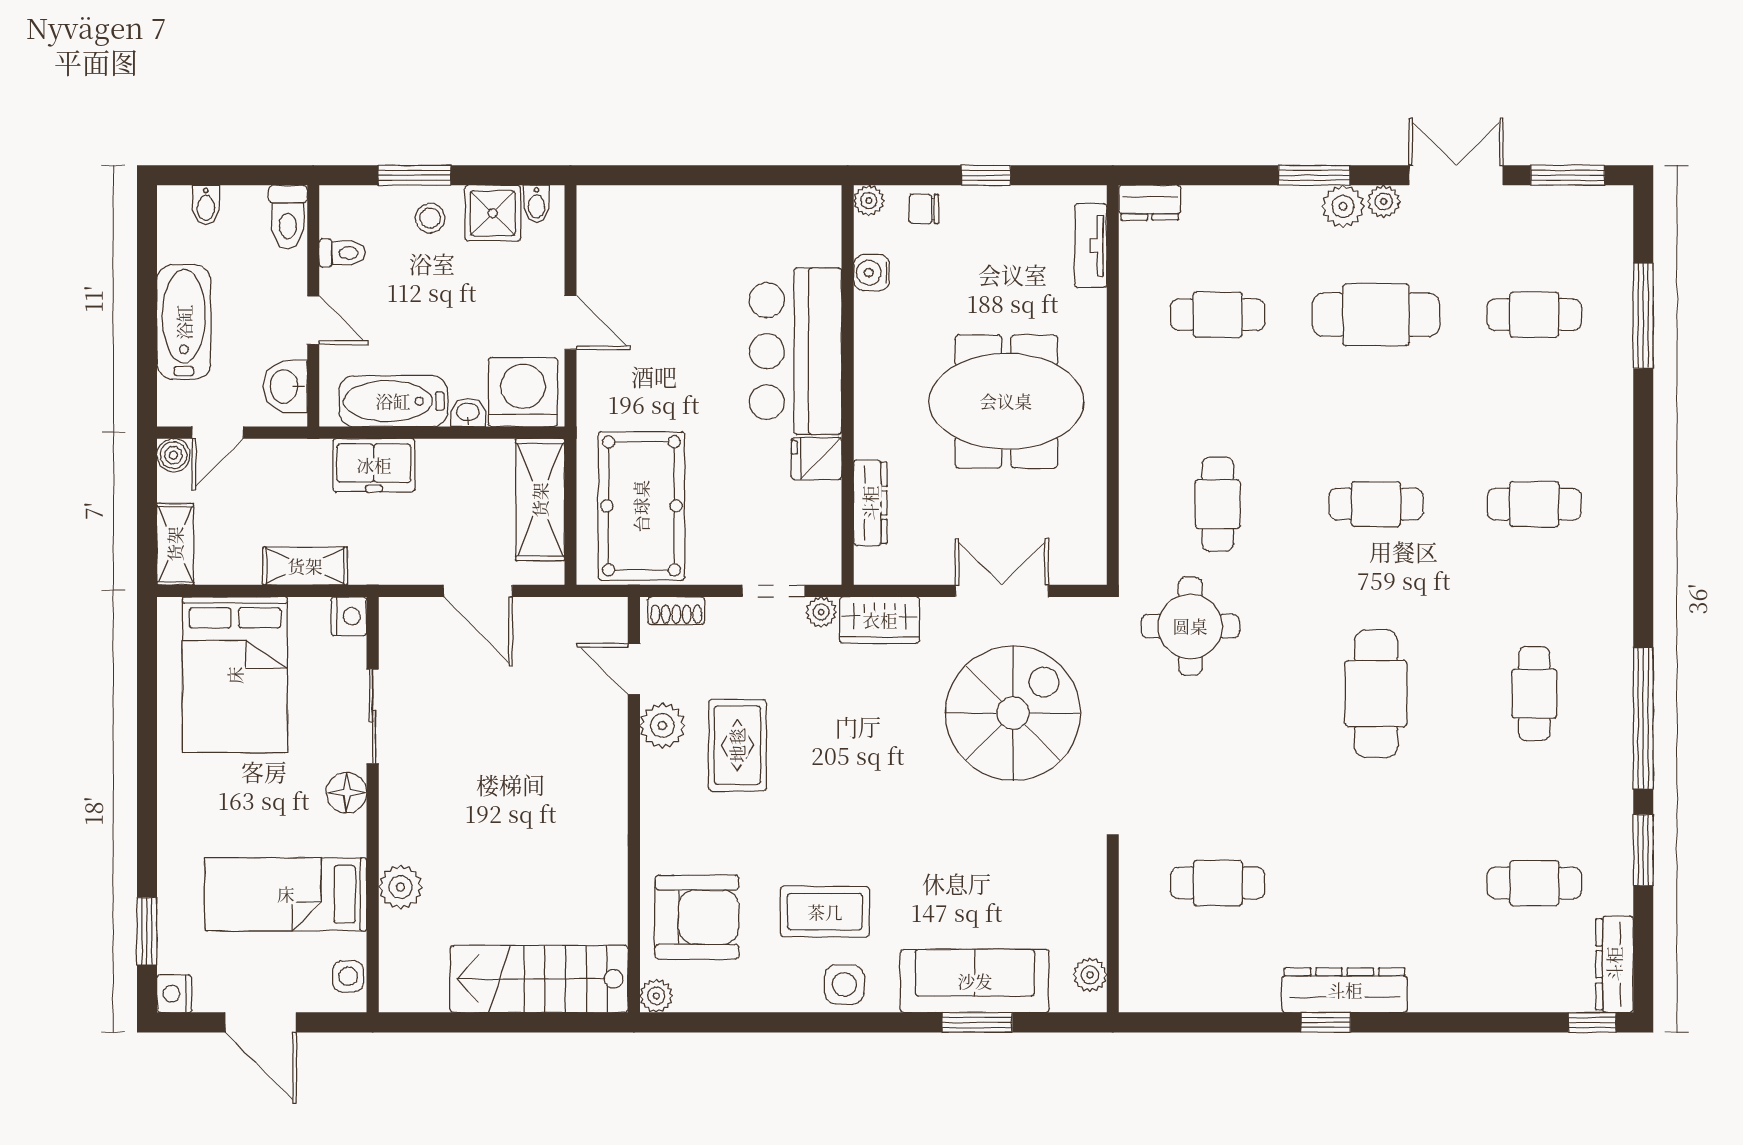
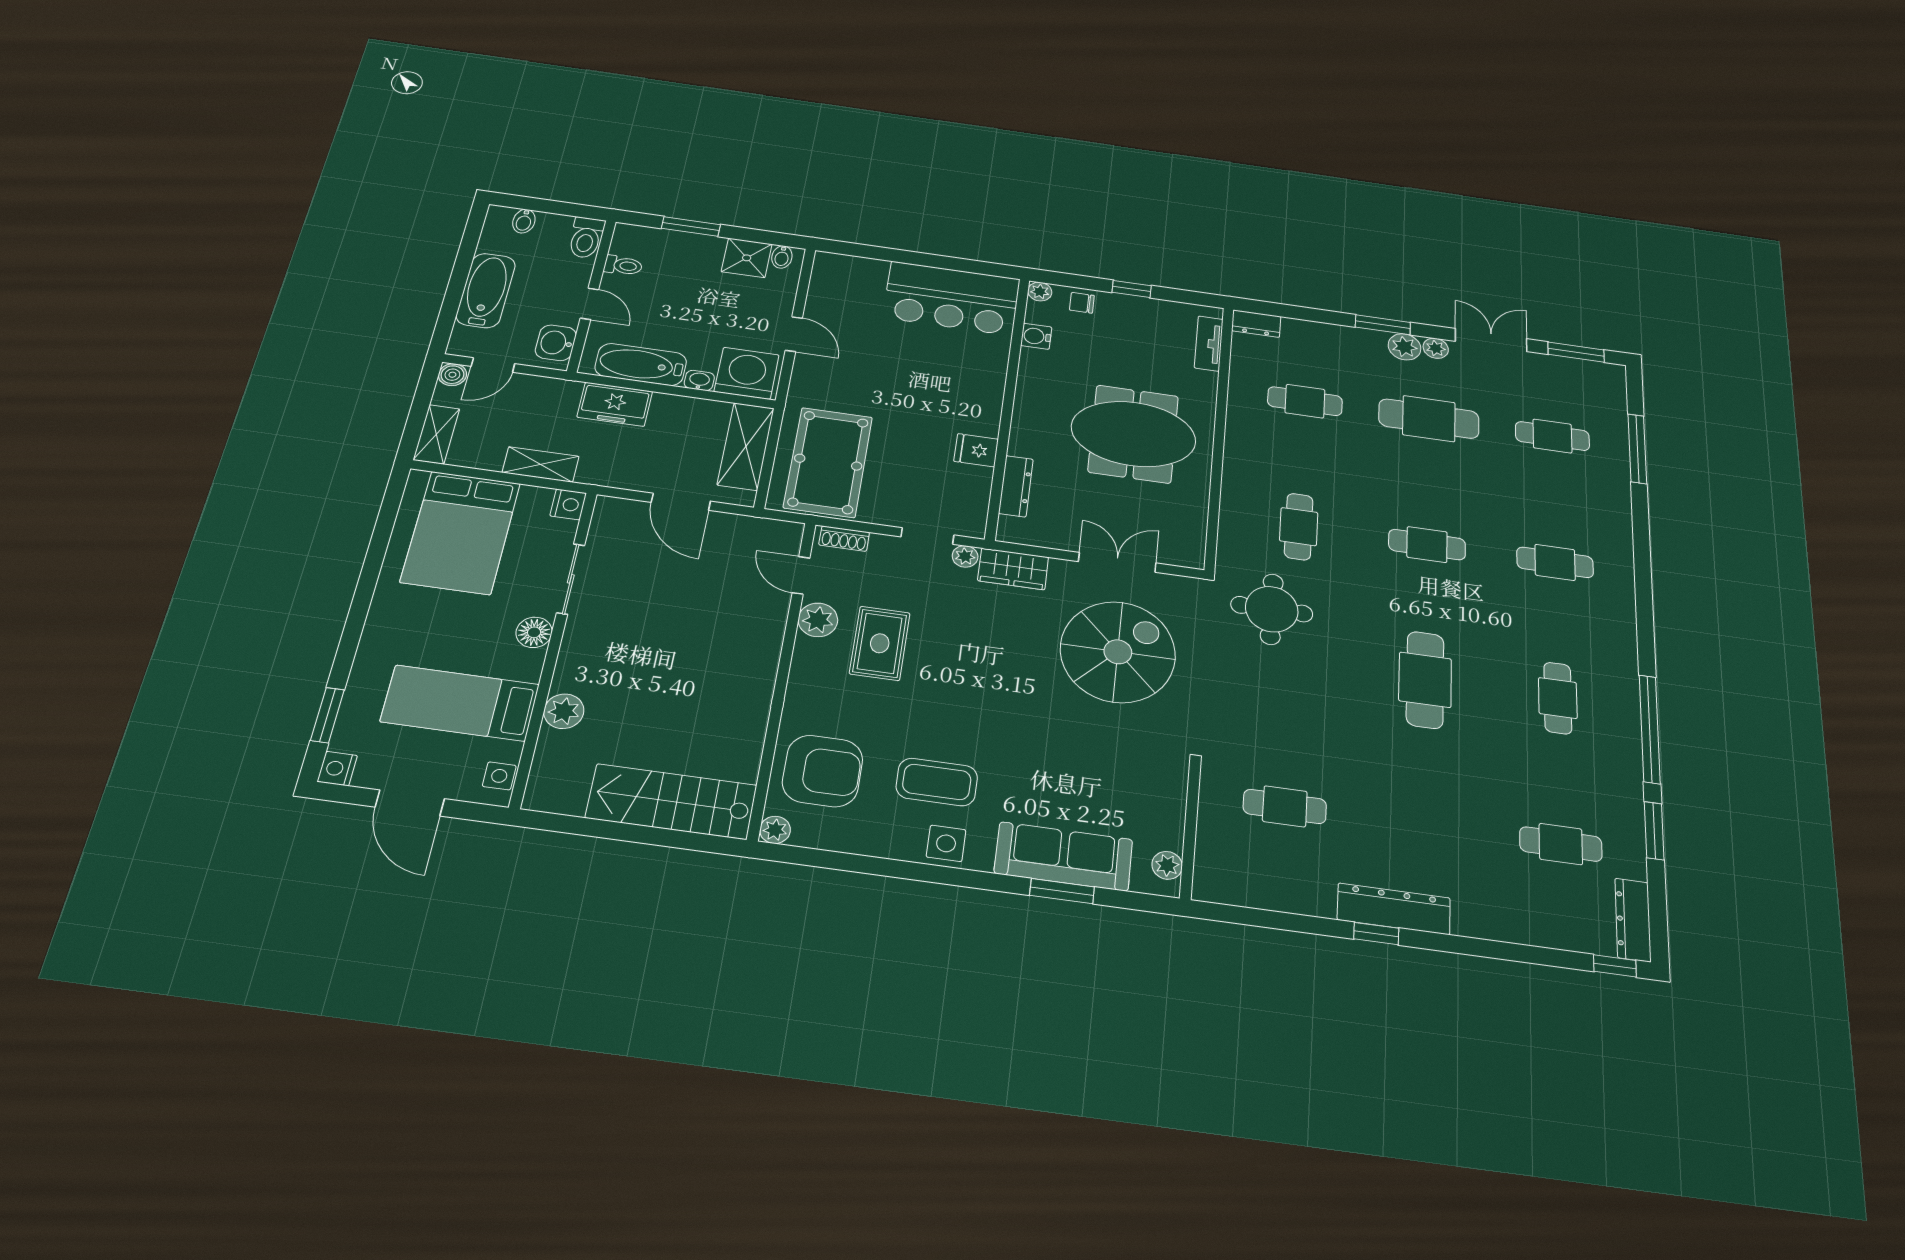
stool: (430, 218) -> (697, 254), removed
bar counter: (795, 351) -> (952, 298), moved, turned -90

